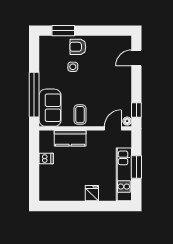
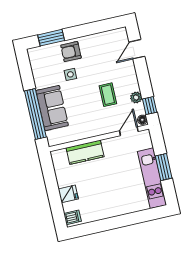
plant: (126, 100) -> (136, 97), added
sofa: (50, 108) -> (52, 108), moved
coffee table: (80, 115) -> (108, 95), moved
dishwasher: (46, 159) -> (73, 217), moved
fridge: (92, 193) -> (68, 194), moved, turned 90

